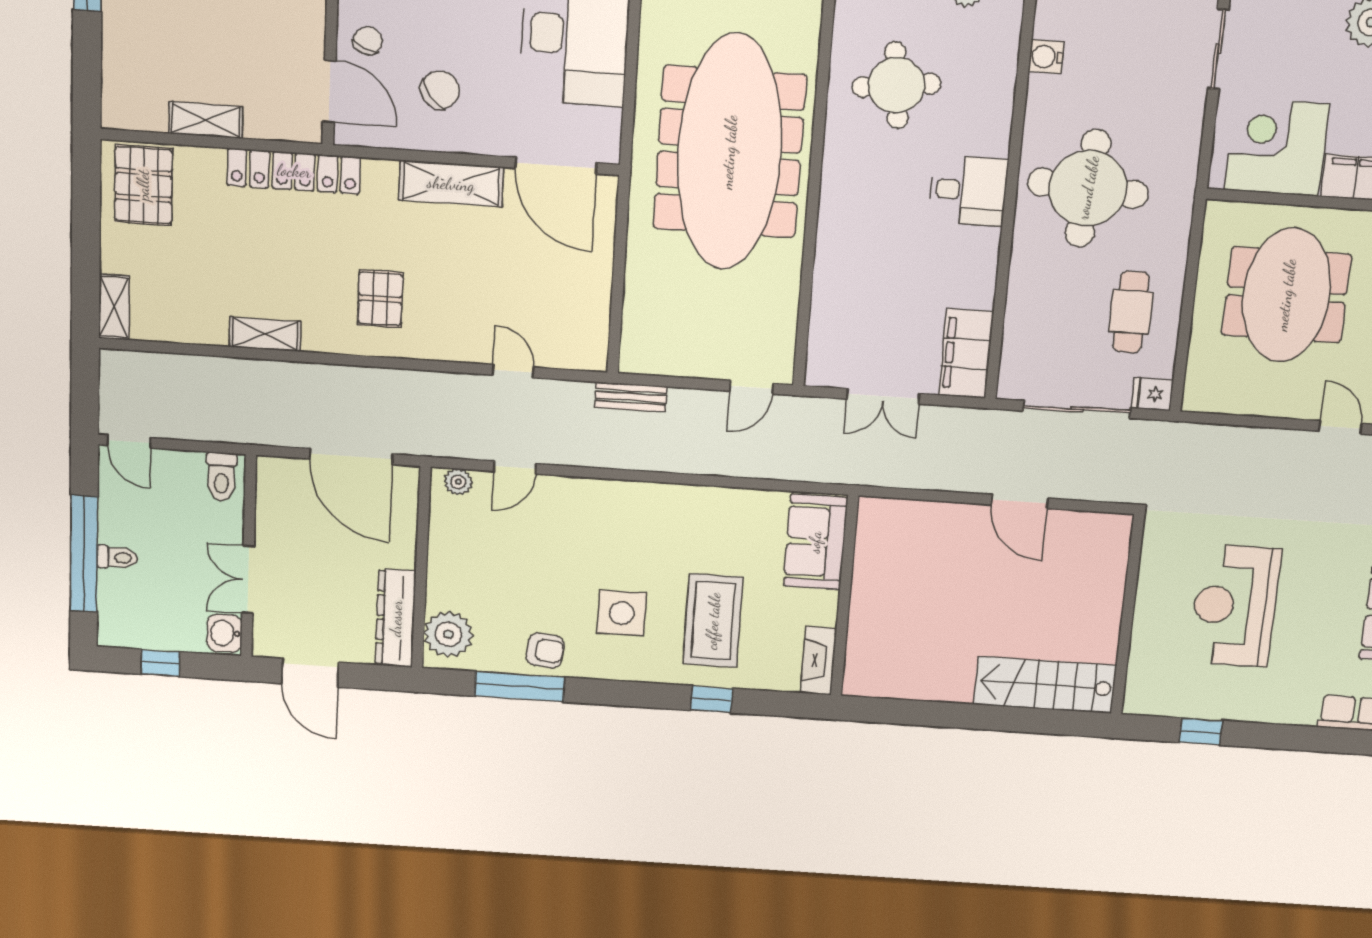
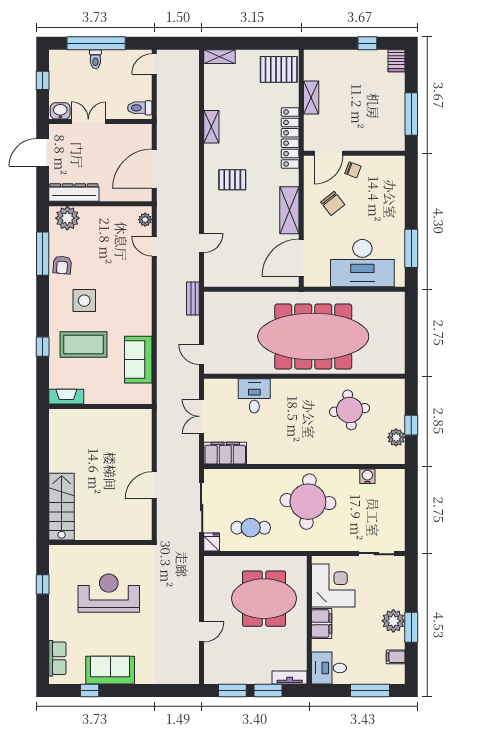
desk: (968, 190) -> (254, 396), moved, turned 180
sofa: (815, 542) -> (138, 360), moved, turned -90

